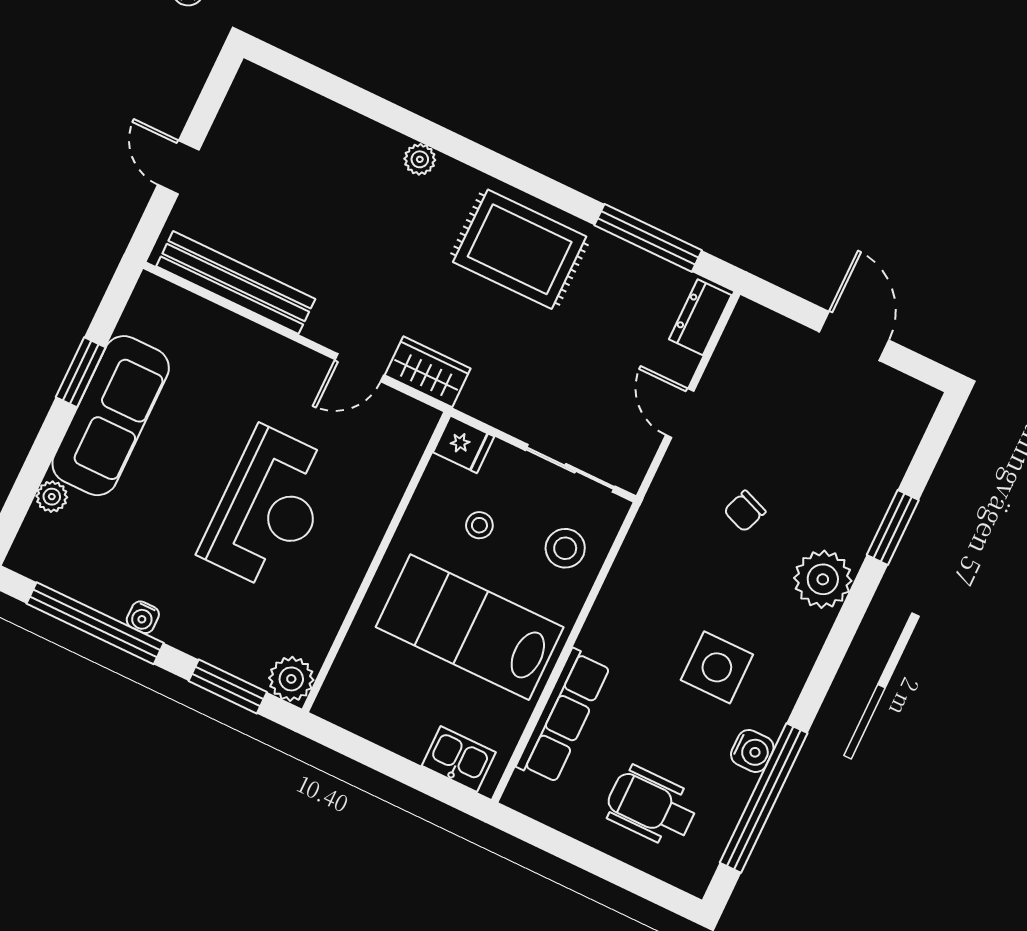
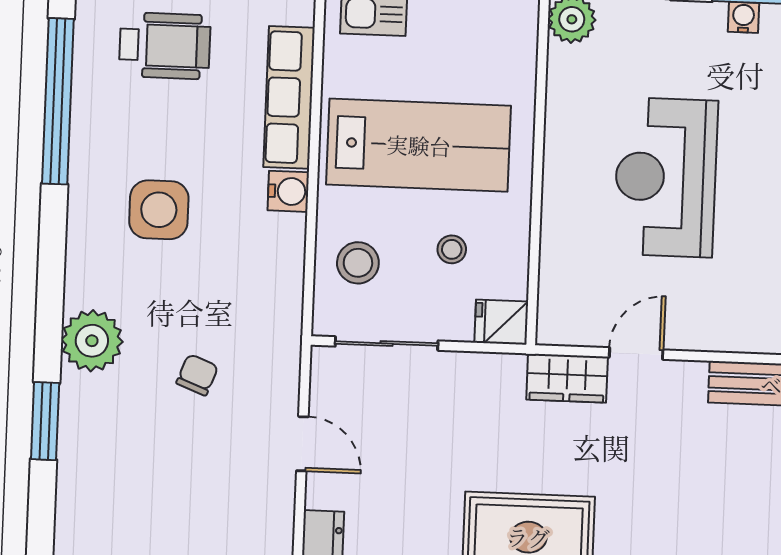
water cooler: (752, 751) -> (288, 191), moved, turned 180

